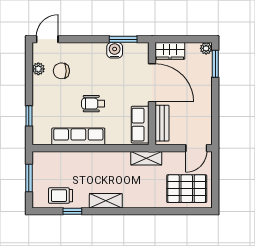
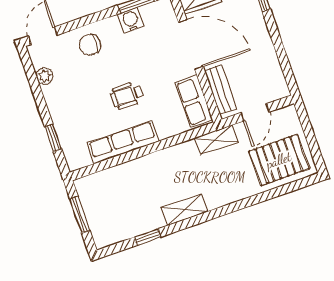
chair: (61, 71) -> (90, 45), moved
door: (196, 148) -> (255, 112), moved
trolley: (61, 196) -> (126, 223), removed

